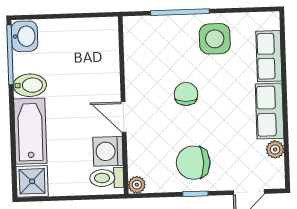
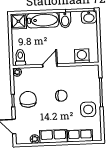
washing machine: (108, 151) -> (82, 56), moved

